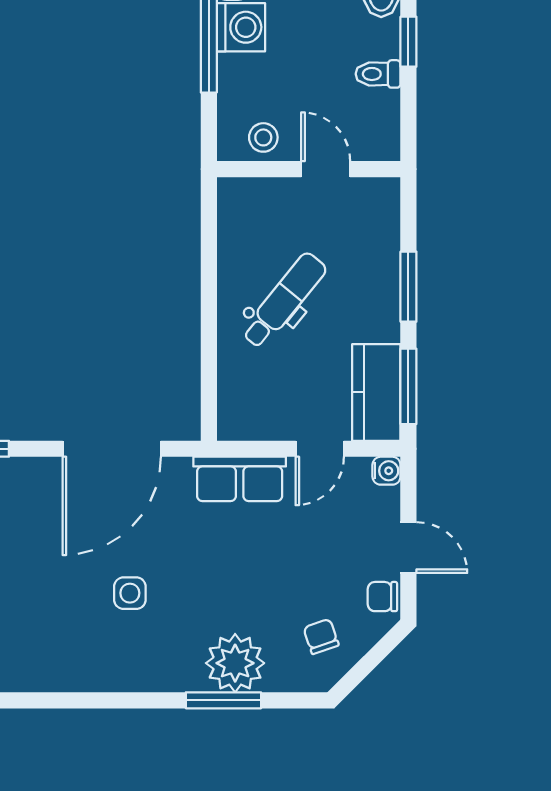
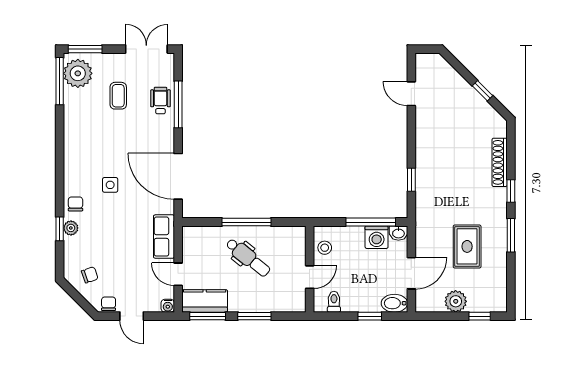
toilet: (378, 74) -> (334, 302), moved
window: (209, 304) -> (246, 222), added
door: (408, 548) -> (132, 316), hinge flipped
plant: (235, 663) -> (71, 228), width x0.53, depth x0.53
chair: (170, 667) -> (75, 204), added
window: (223, 700) -> (60, 229), width x0.67

